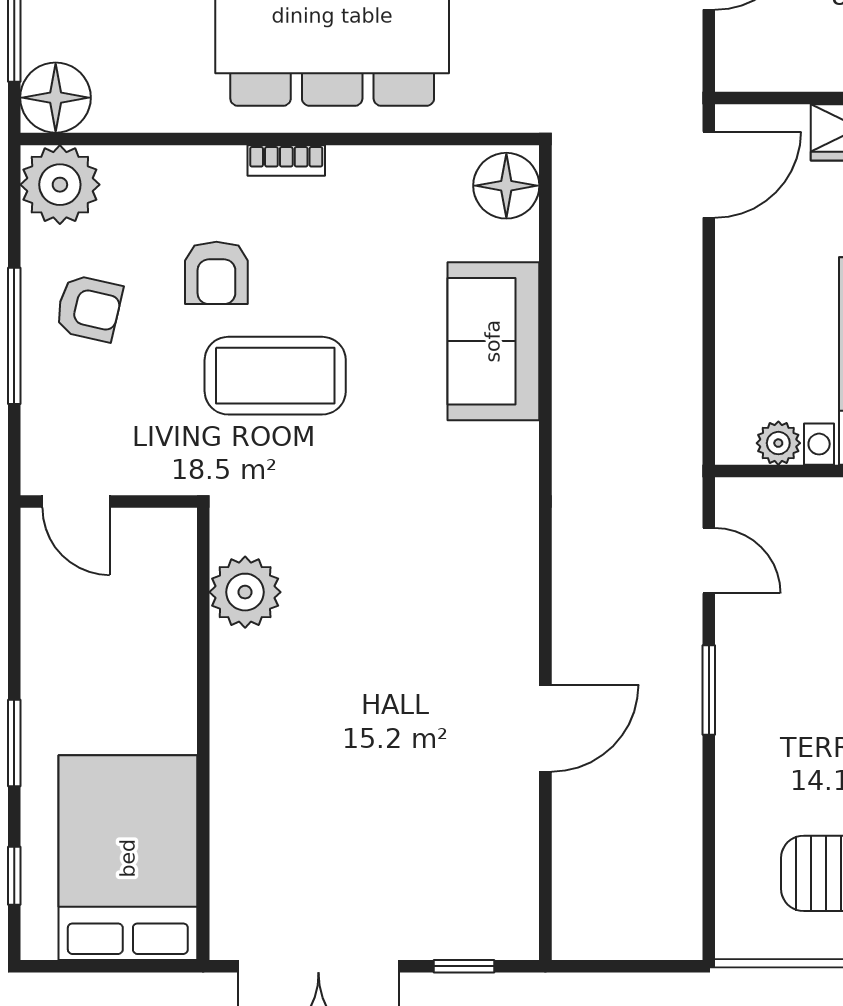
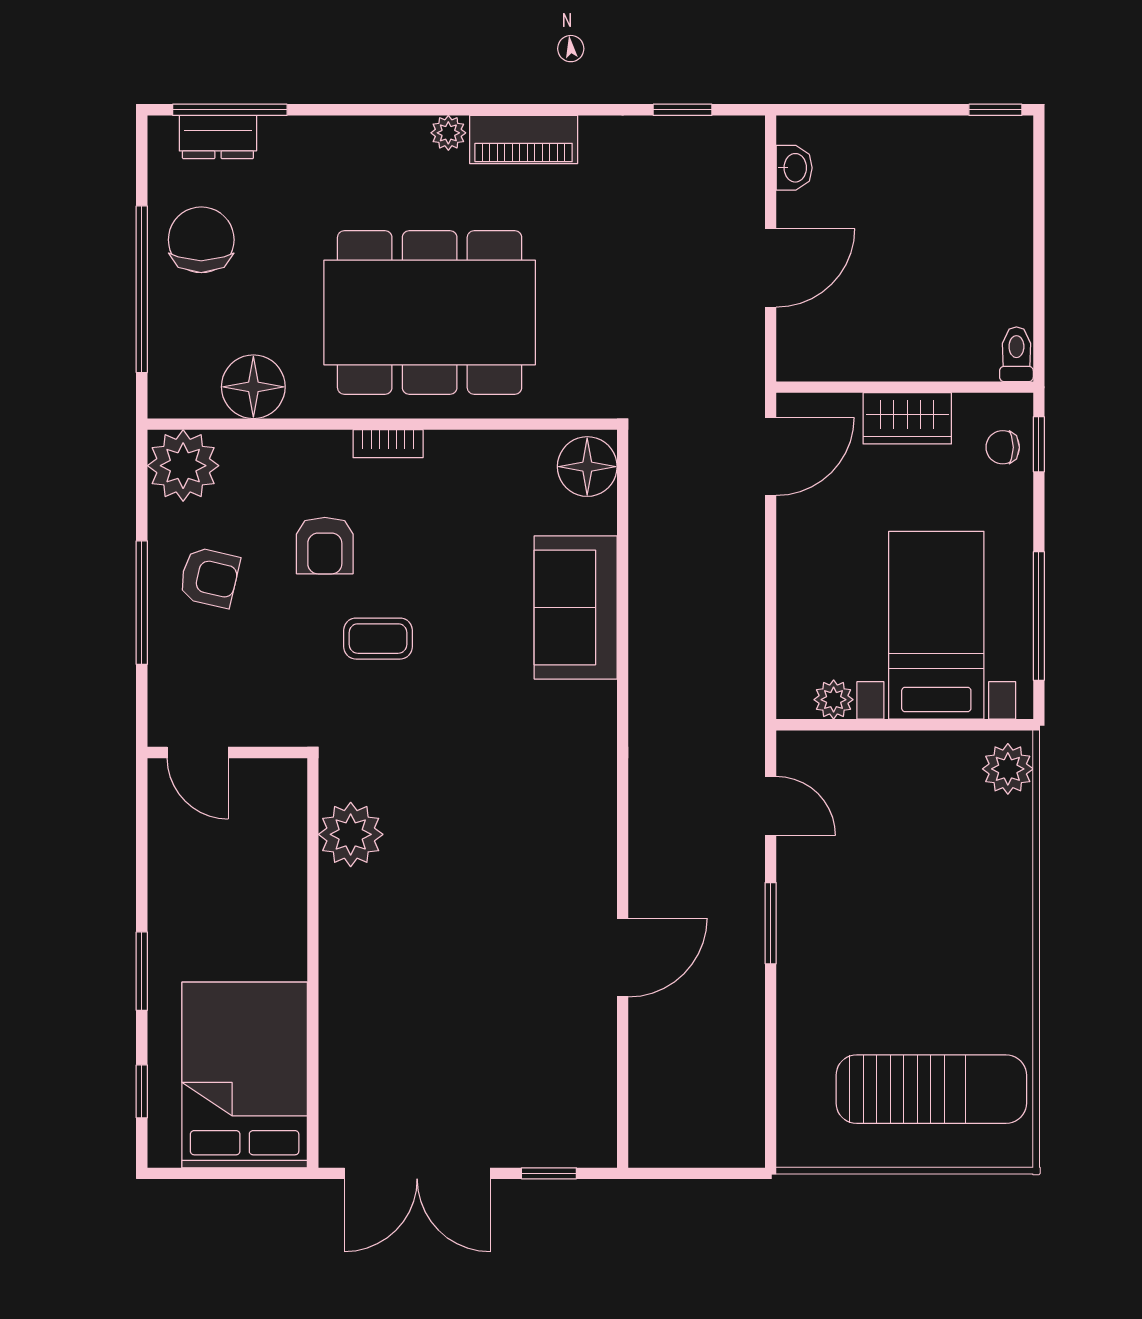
floor lamp: (56, 98) -> (253, 387), moved
coffee table: (275, 376) -> (378, 639), width x0.54, depth x0.58

